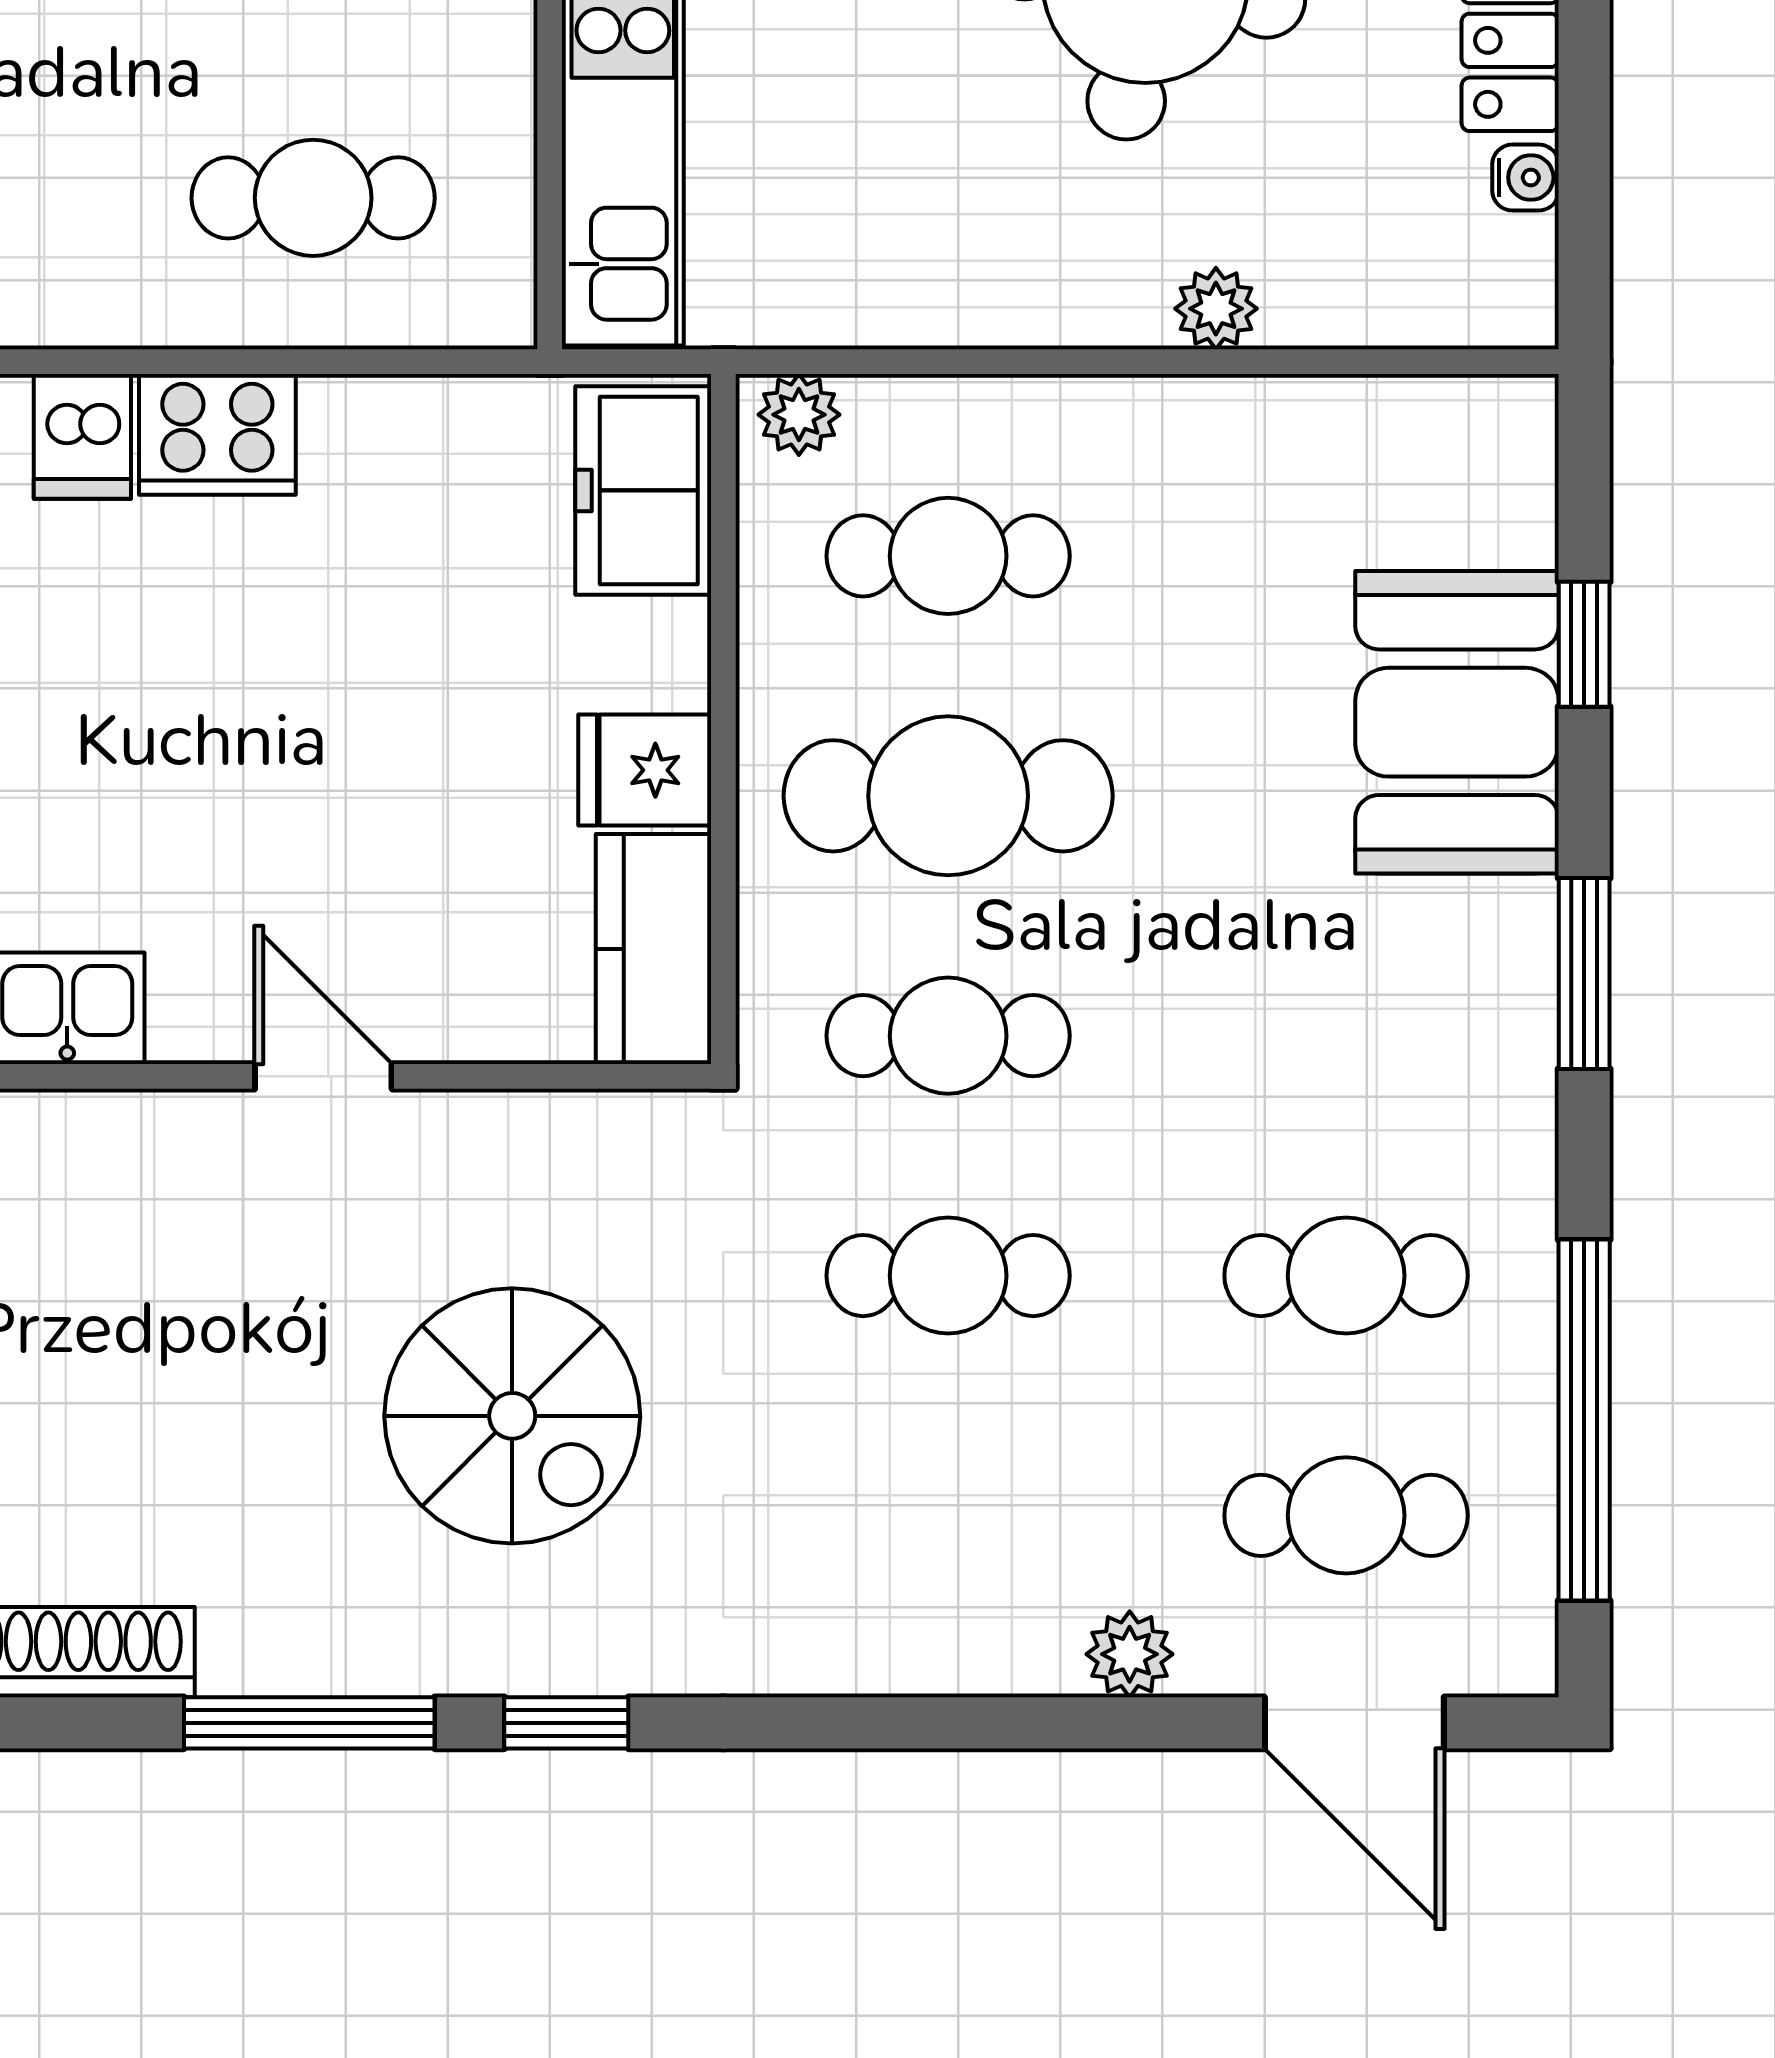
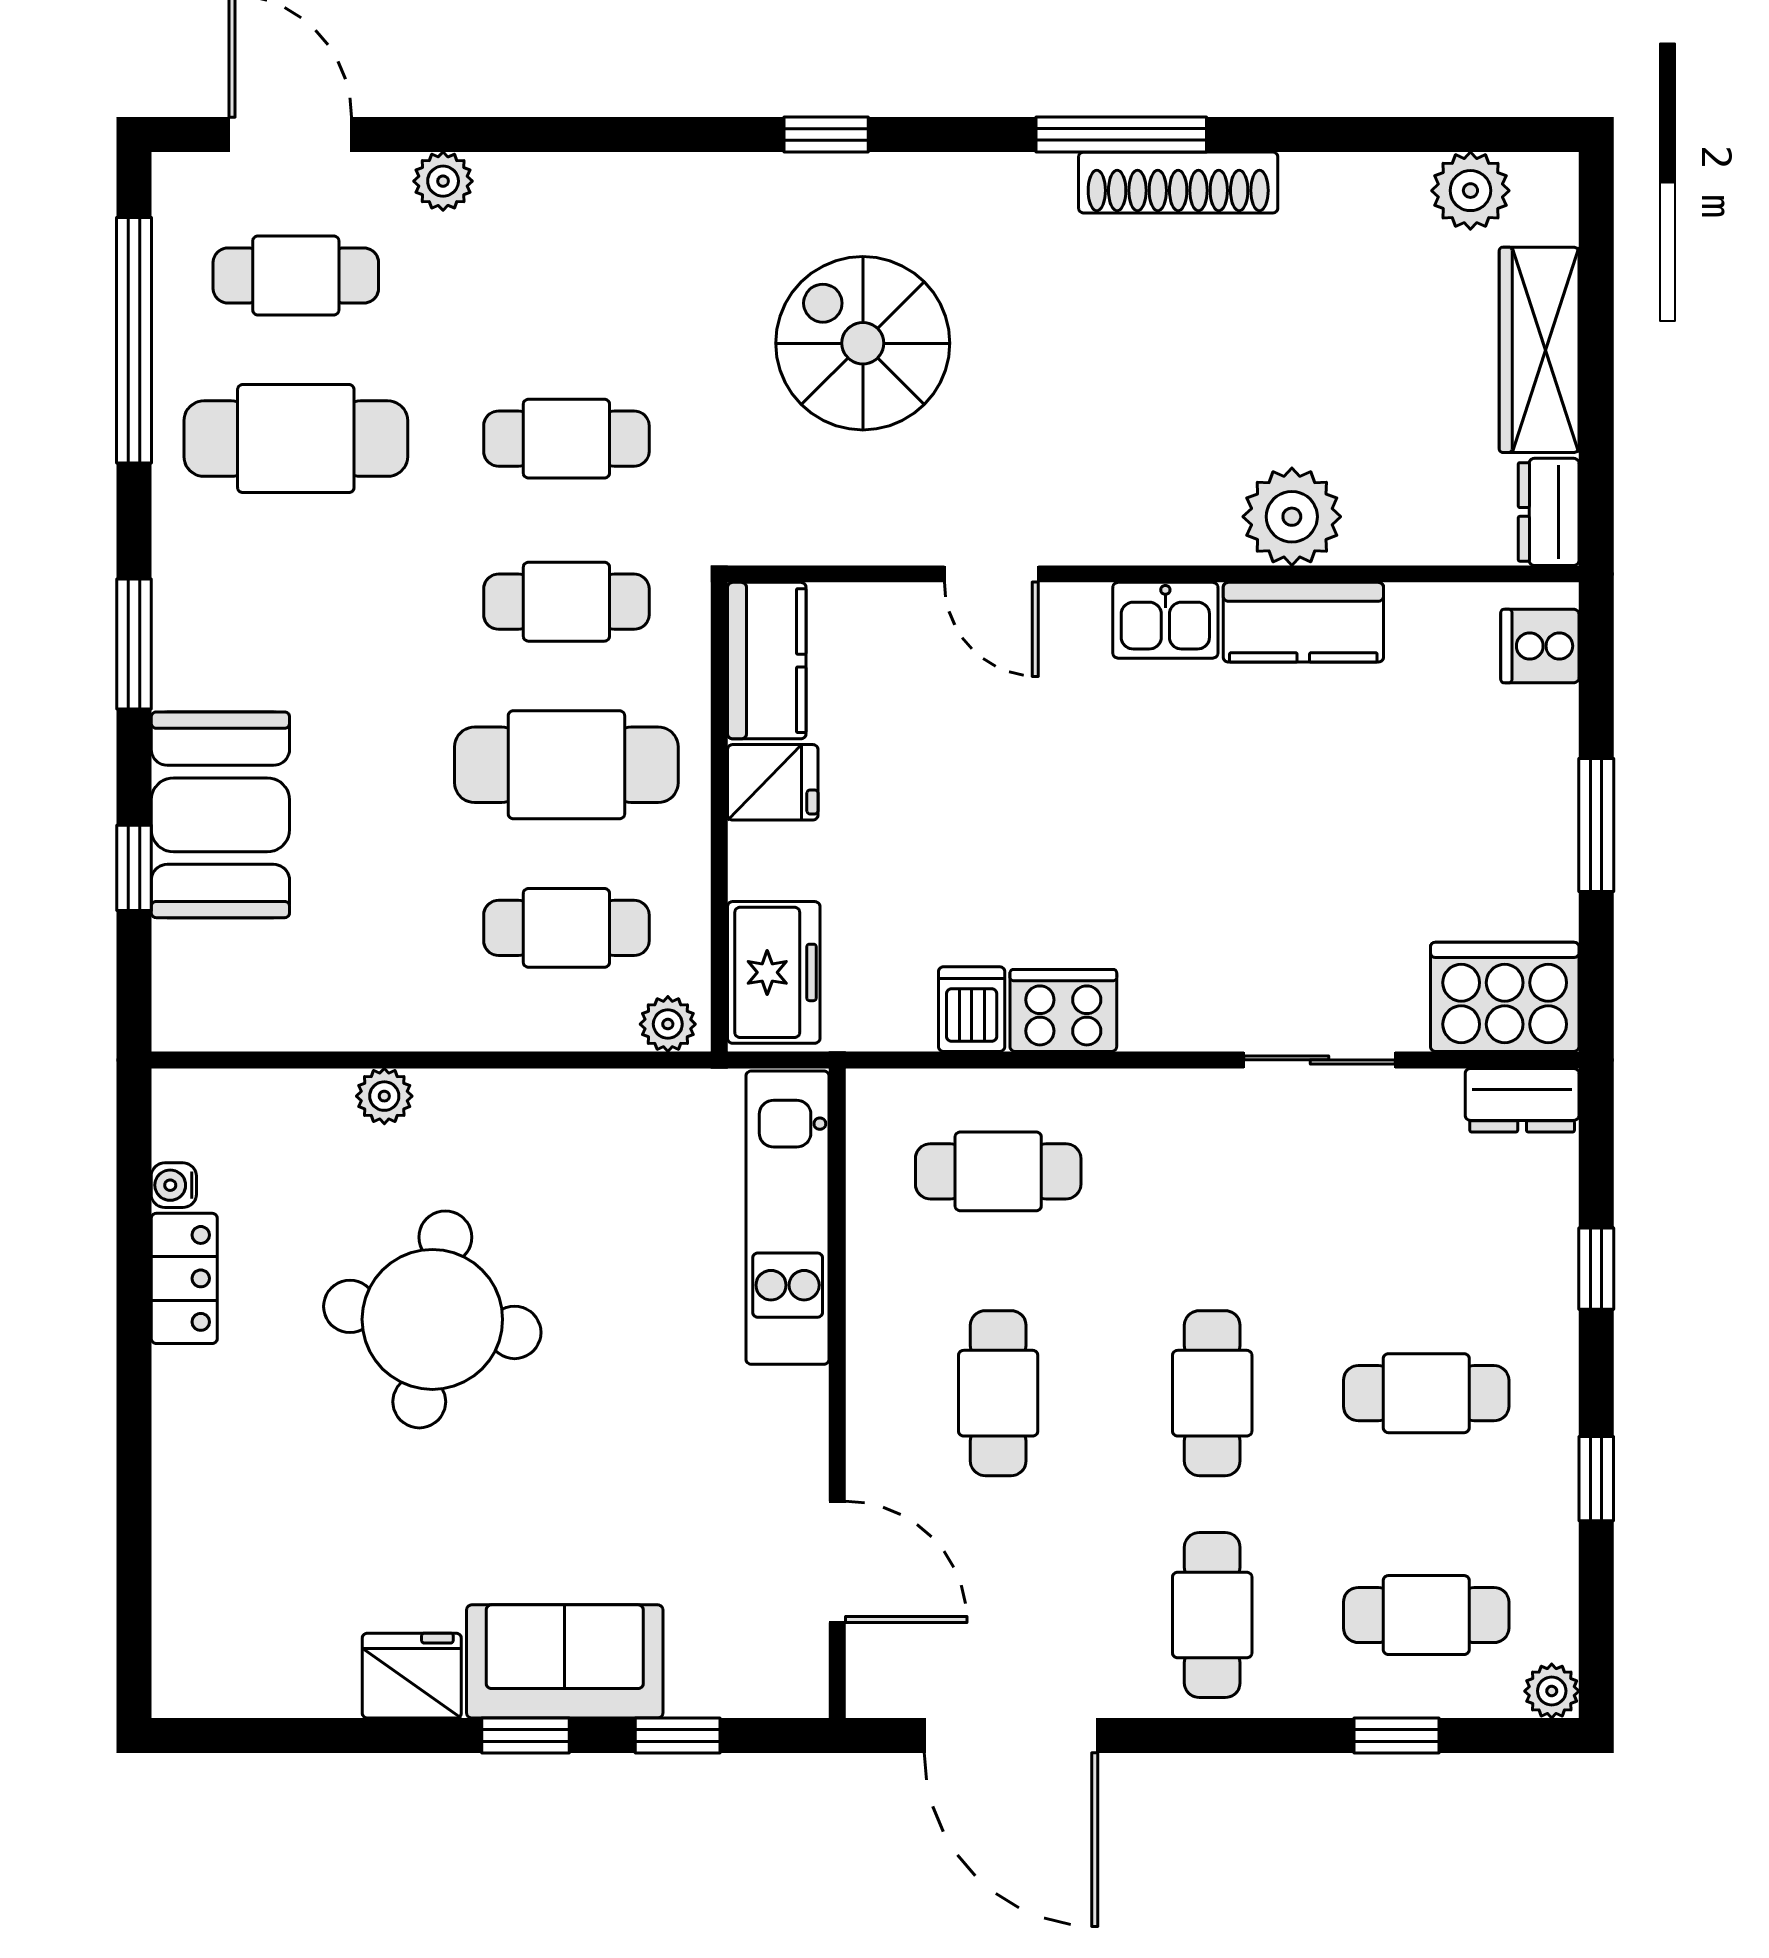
dishwasher: (82, 436) -> (972, 1009), moved
cafe table: (1346, 1276) -> (296, 439), width x1.37, depth x1.35
window: (309, 1723) -> (1121, 134), moved

